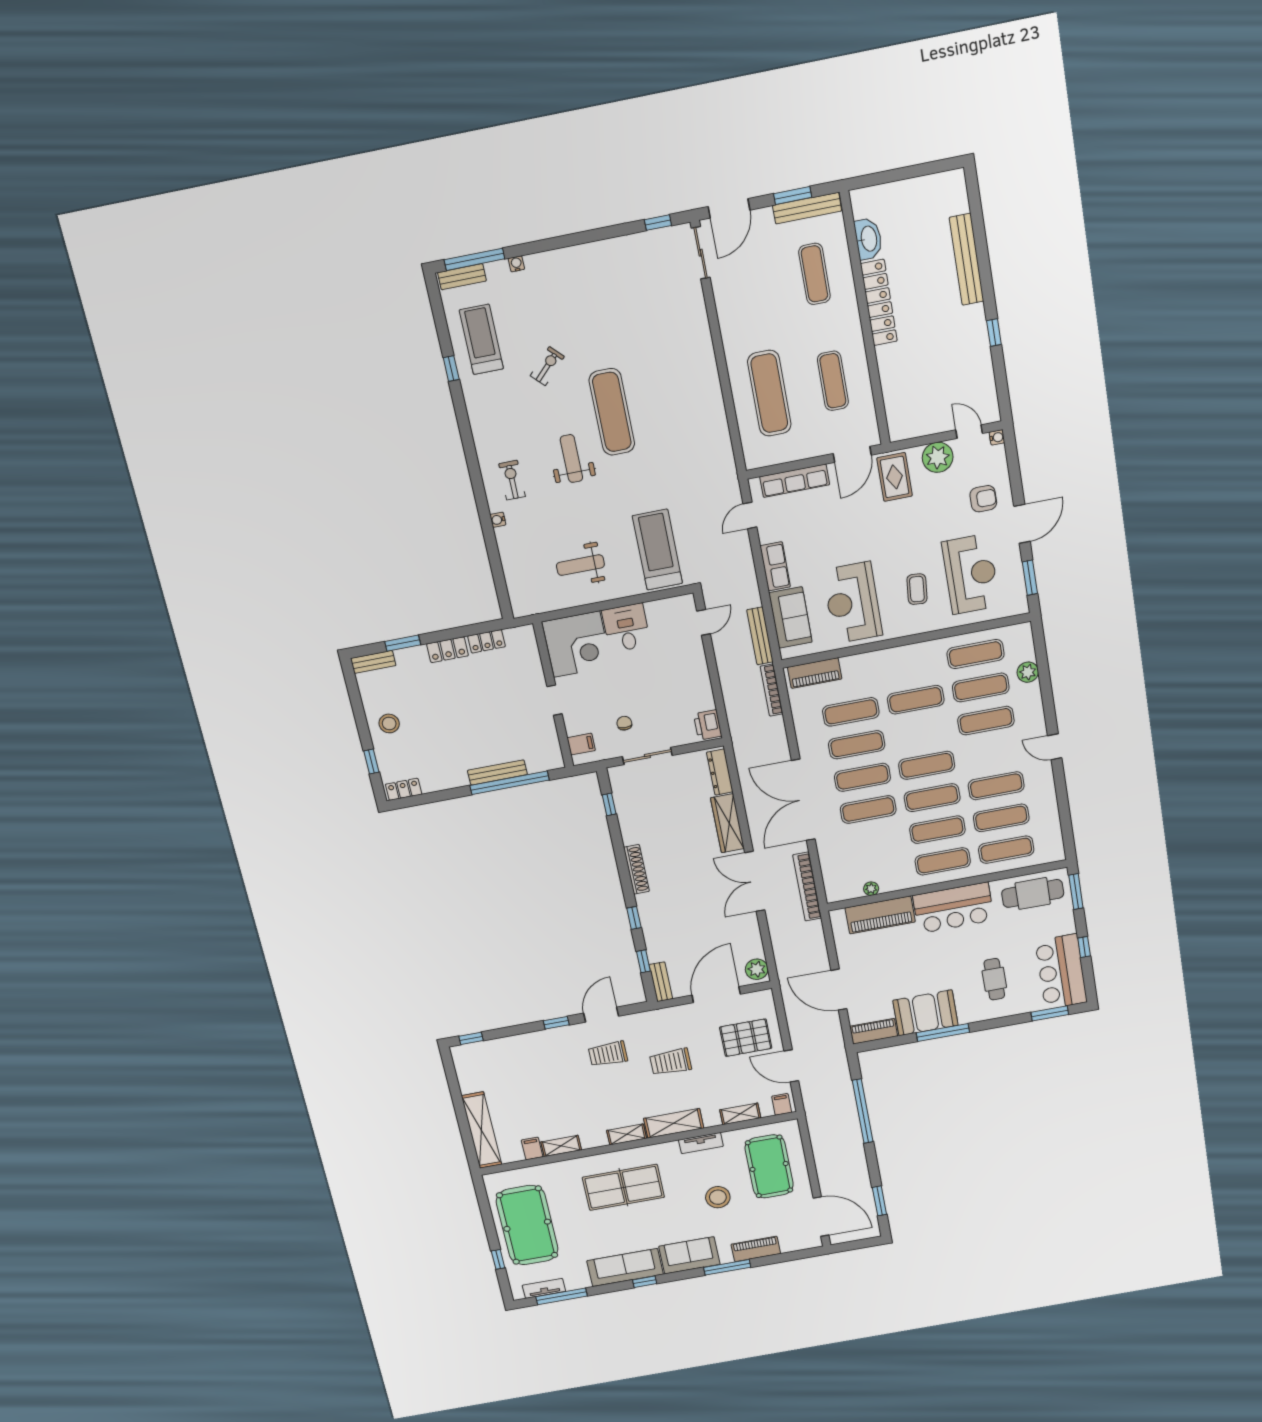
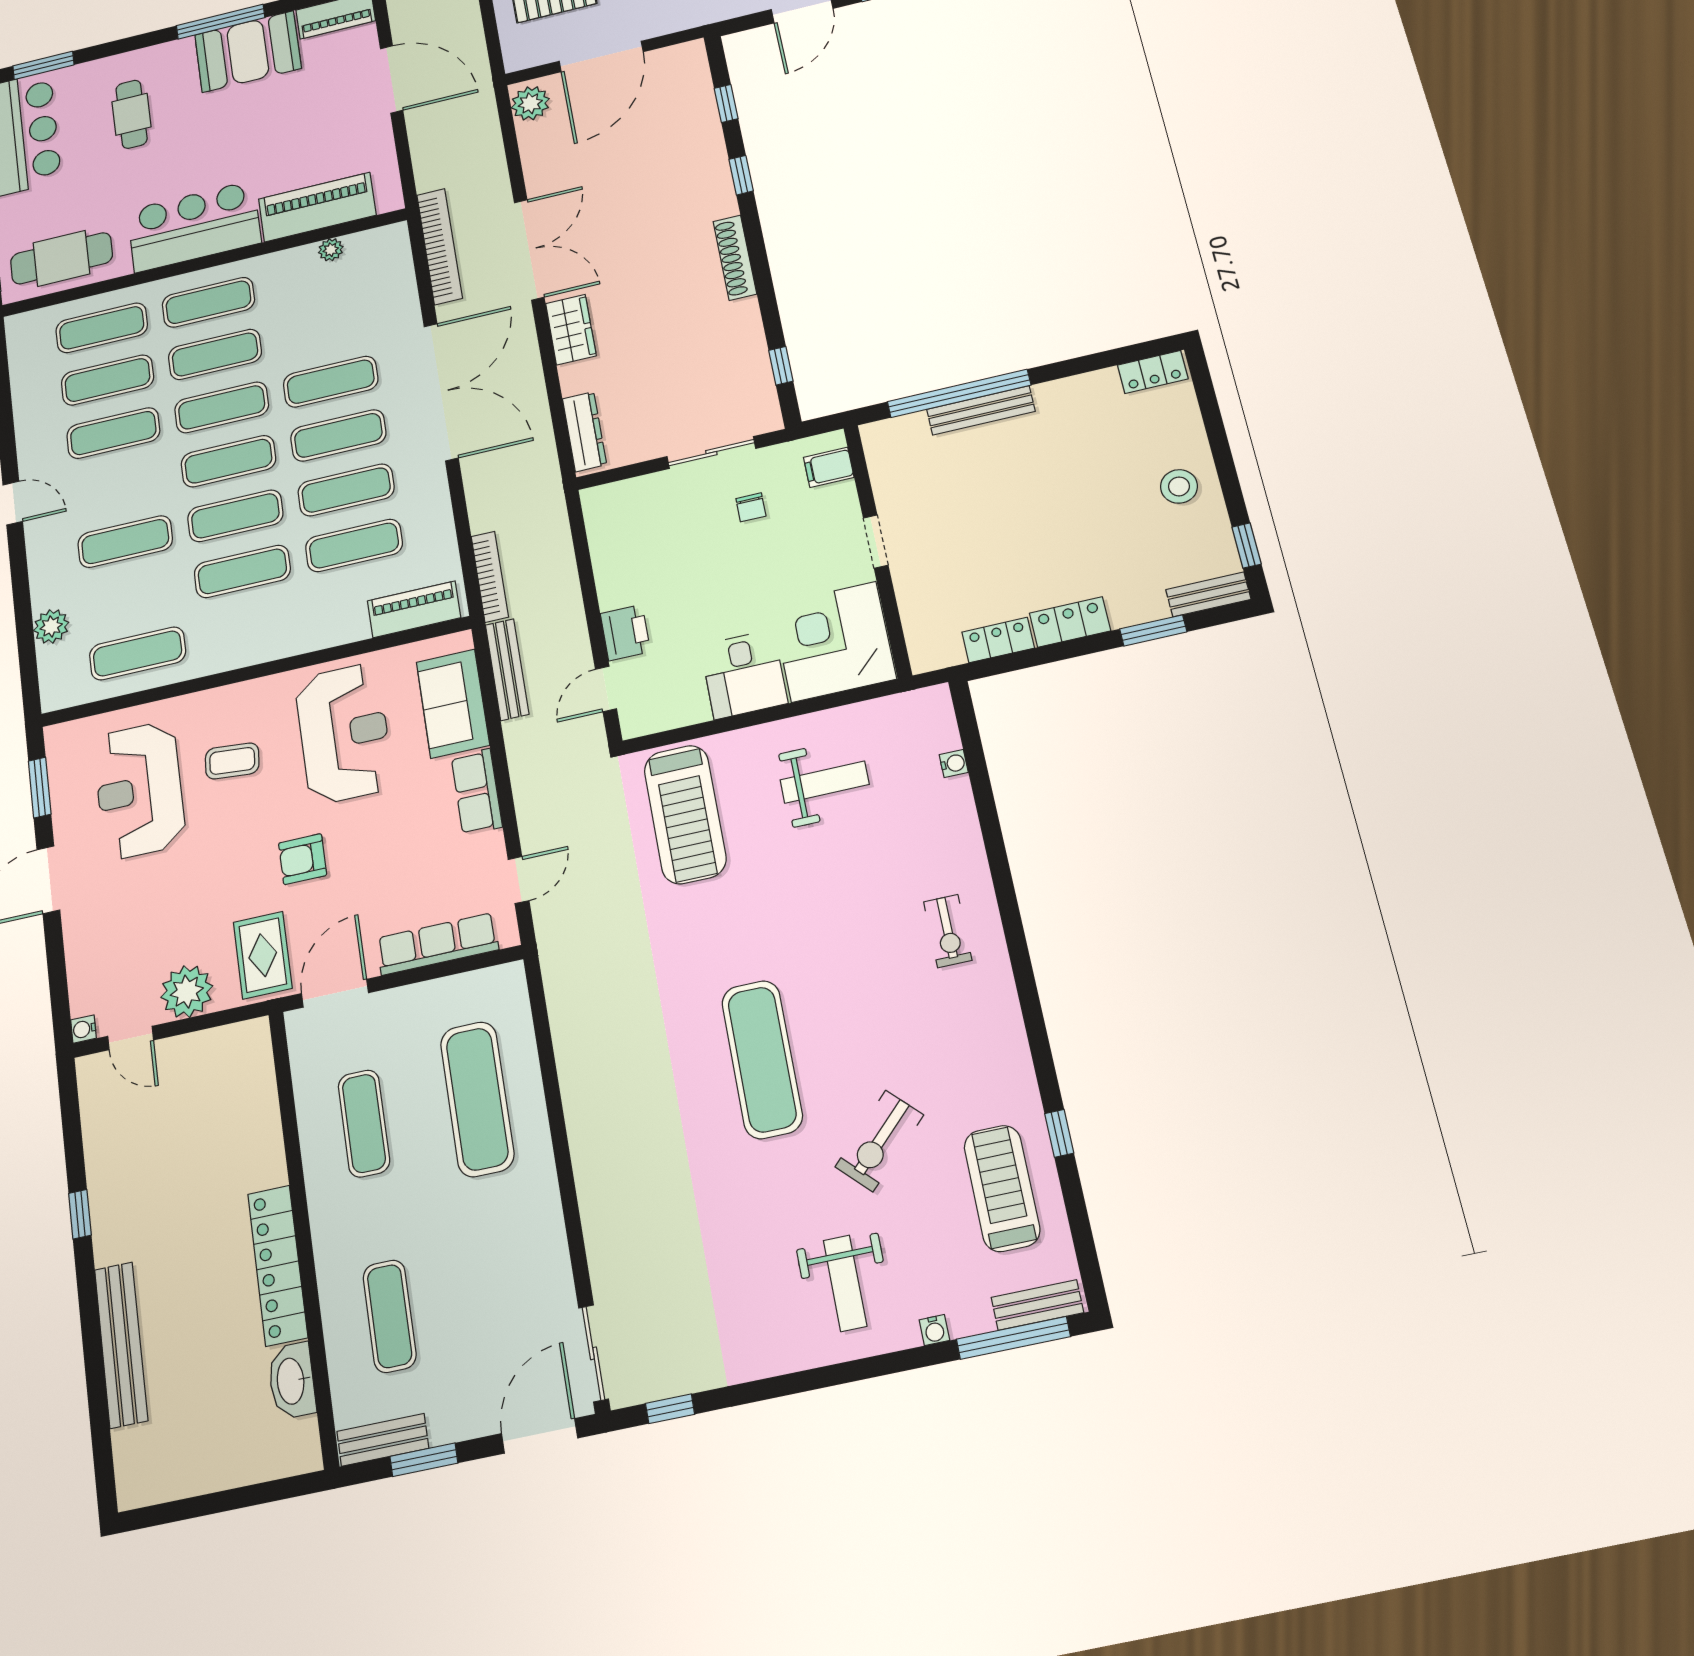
bench: (807, 208) -> (383, 1440), width x0.73
treadmill: (481, 339) -> (1002, 1188), turned 180
exercise bike: (547, 366) -> (879, 1141), width x1.38, depth x1.39
weight bench: (571, 459) -> (845, 1283), moved
armchair: (983, 499) -> (303, 859), moved
water cooler: (498, 520) -> (954, 763), moved
coffee table: (917, 589) -> (232, 761), turned 90
exercise mat: (981, 687) -> (235, 516), moved
printer: (708, 725) -> (625, 633), moved
window: (371, 761) -> (1247, 546), moved
wardrobe: (727, 823) -> (571, 330), width x0.67
bench: (661, 982) -> (696, 71), removed

